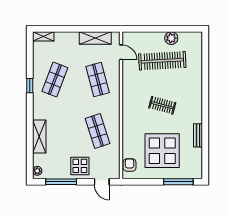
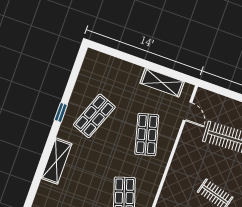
shelving: (43, 36) -> (99, 58), removed
shelving: (39, 137) -> (57, 161), moved

